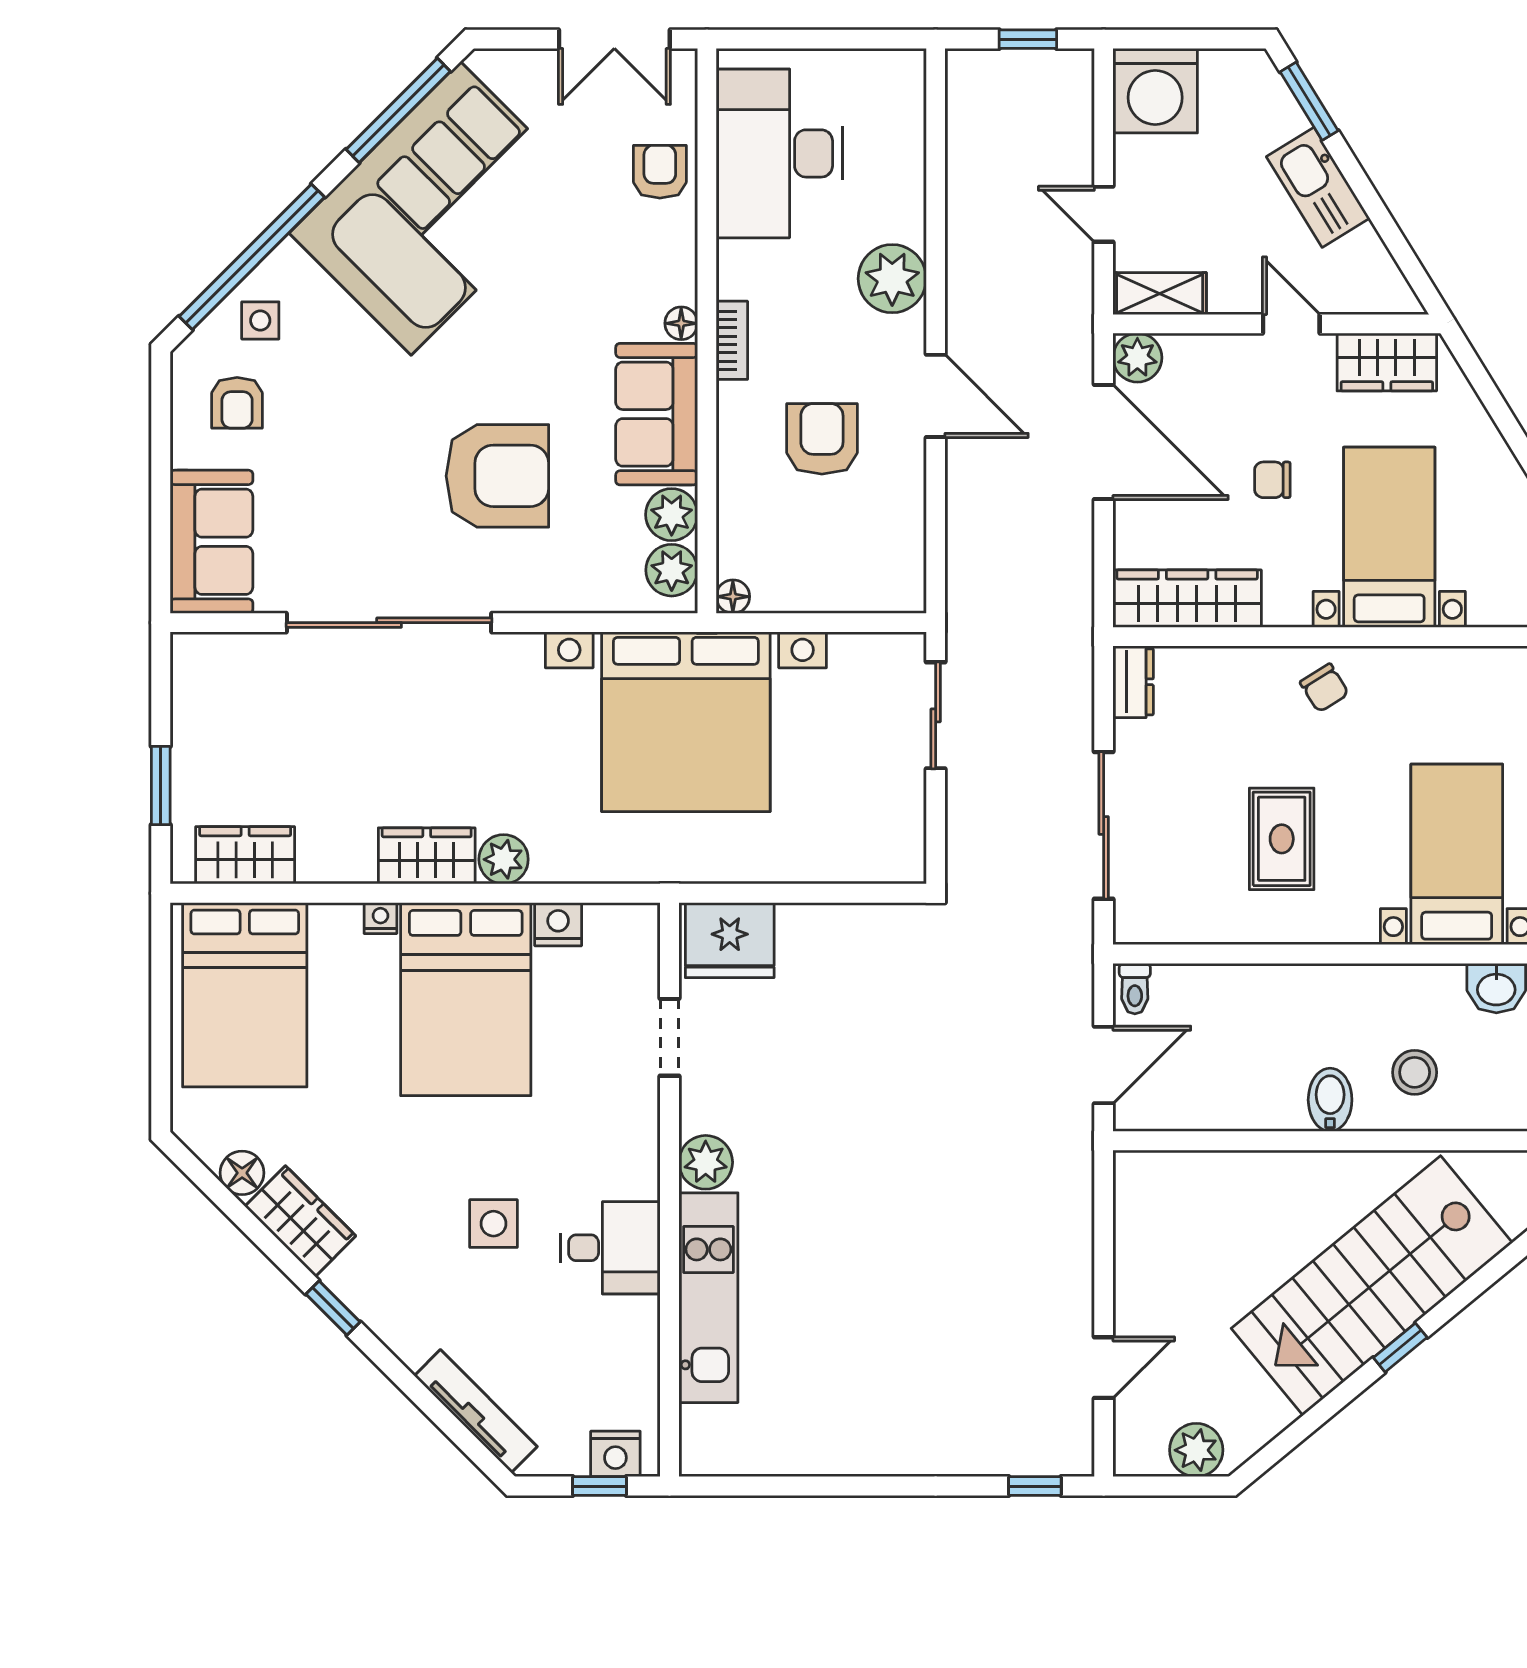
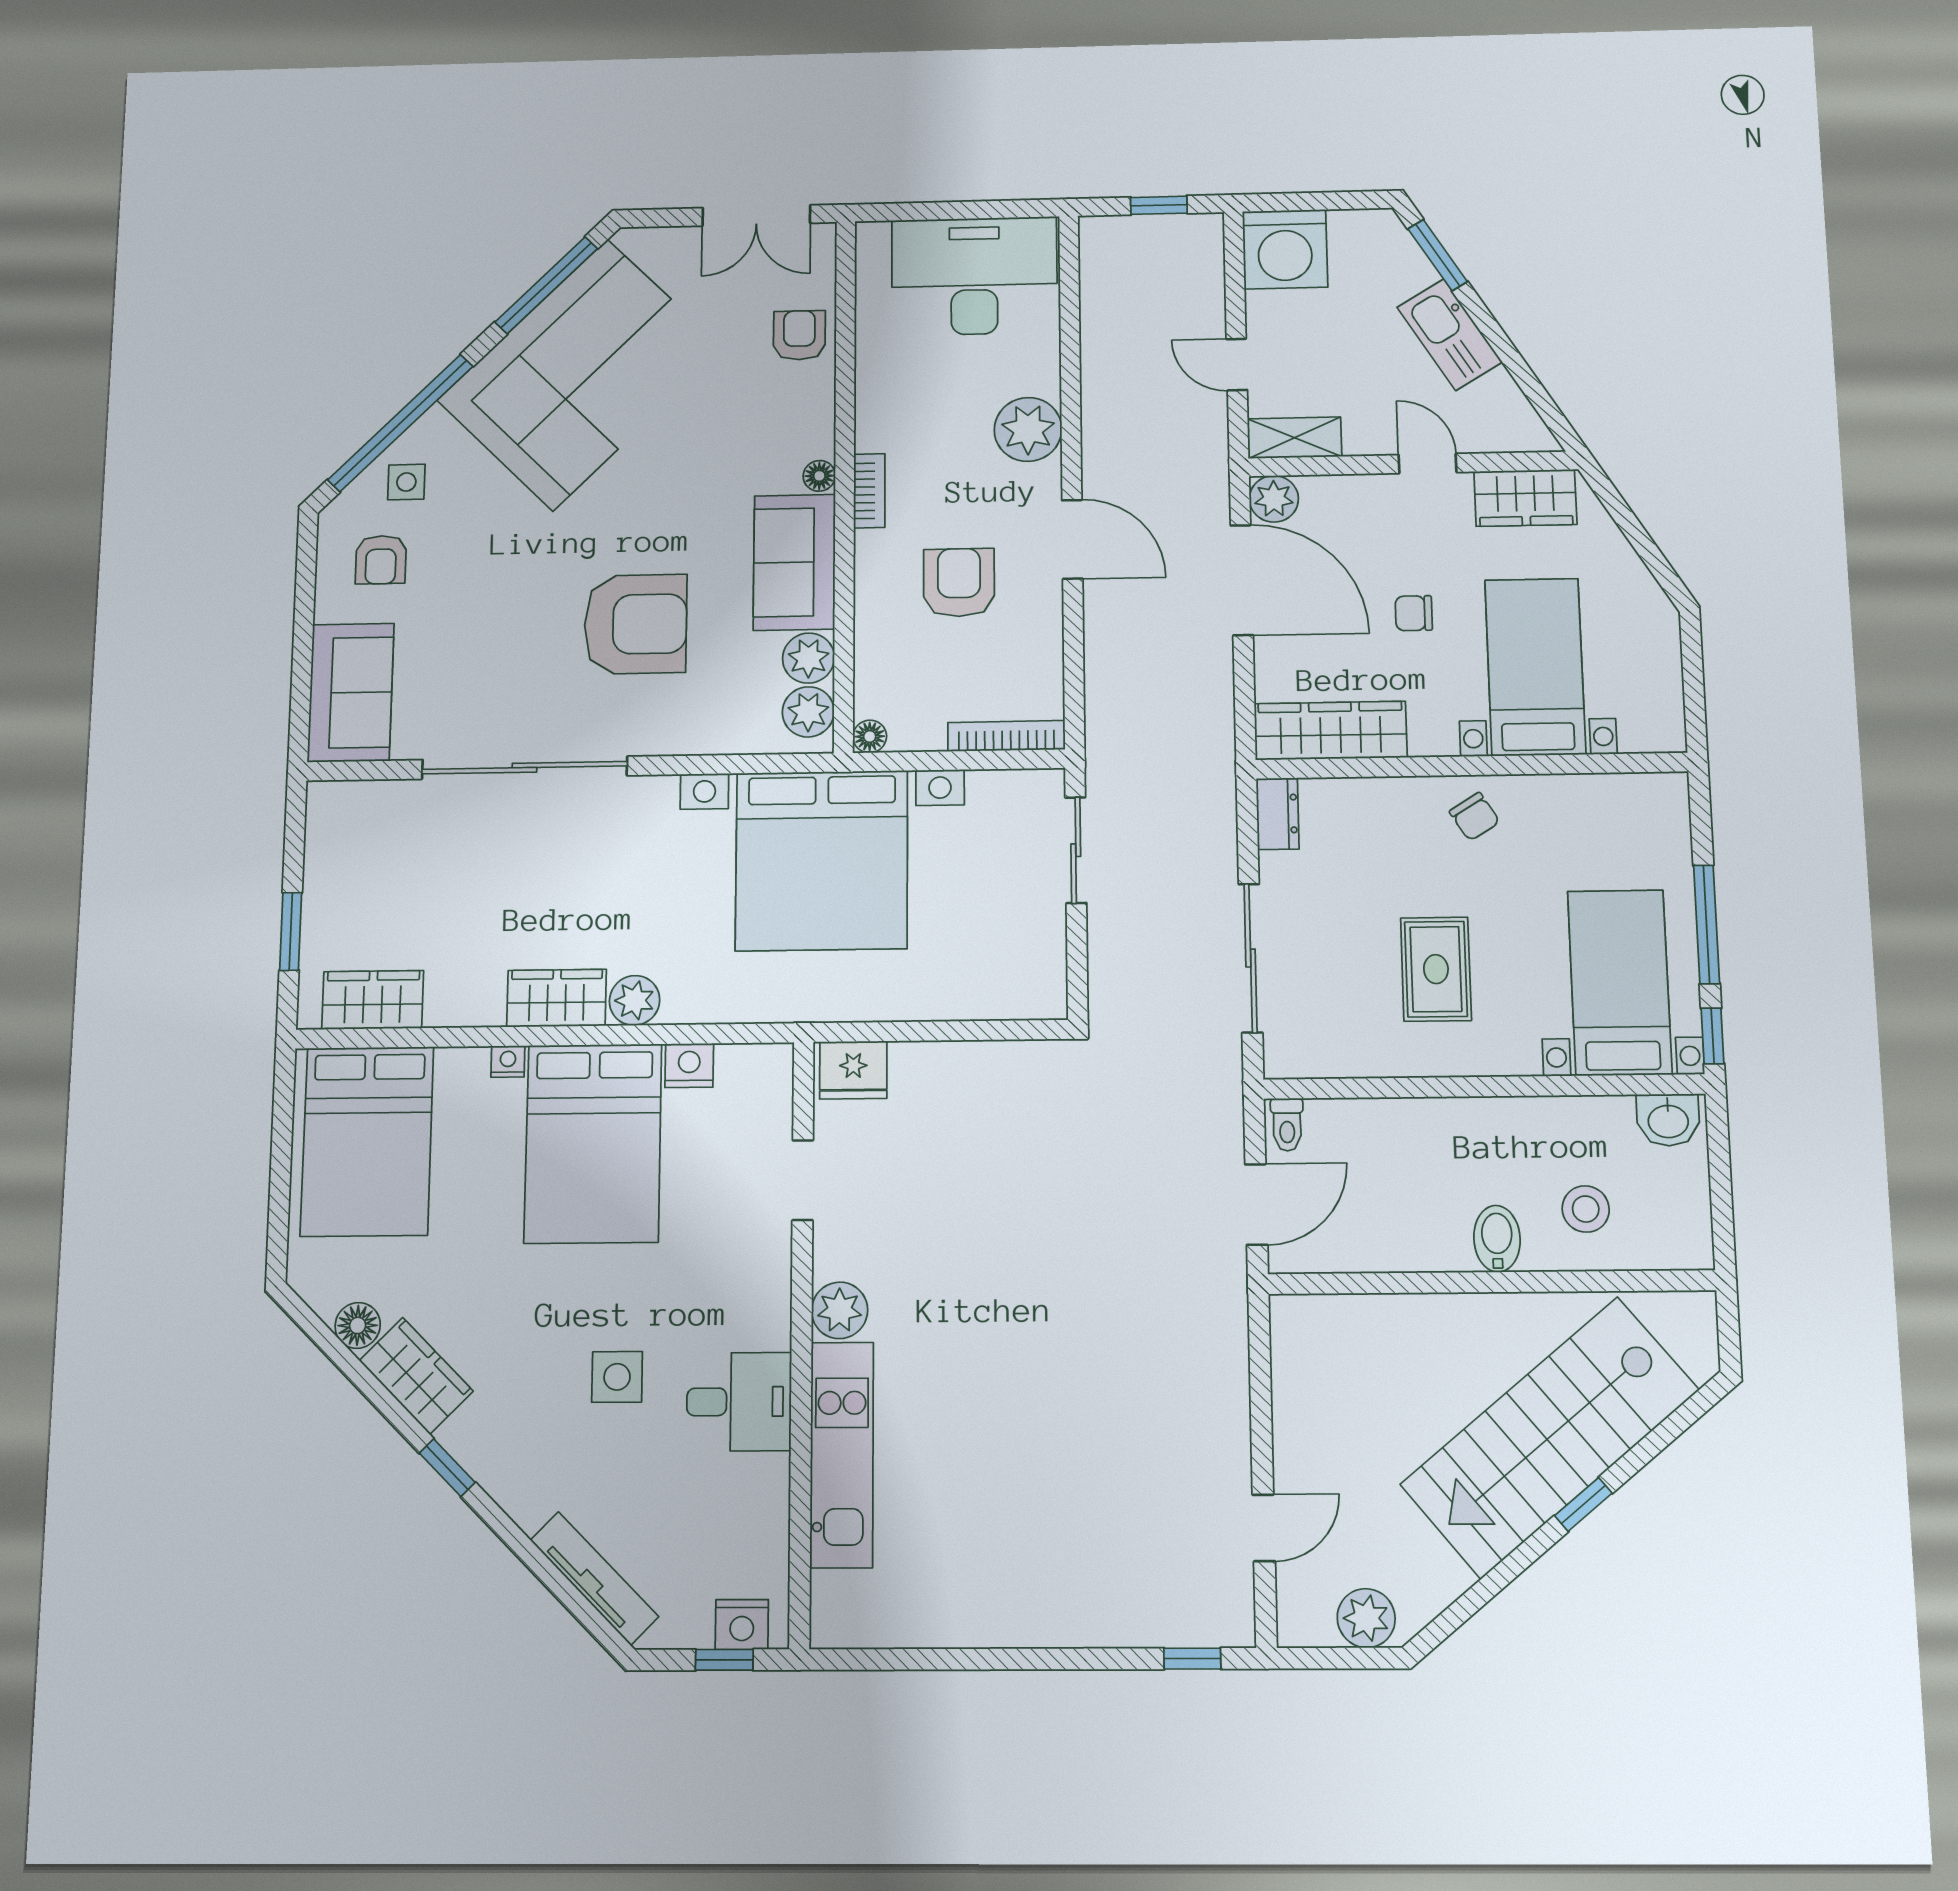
desk: (779, 153) -> (974, 276), moved, turned 90
bookcase: (868, 598) -> (1006, 736), added
fridge: (730, 940) -> (853, 1070), width x0.73, depth x0.75

